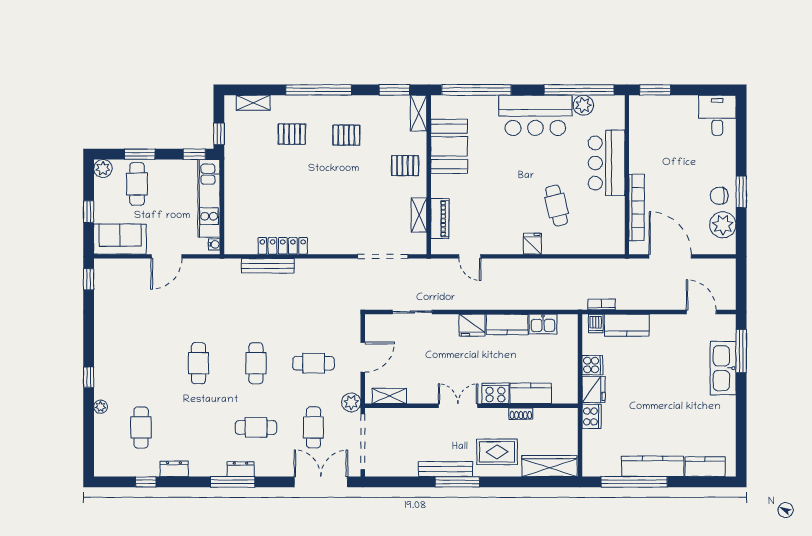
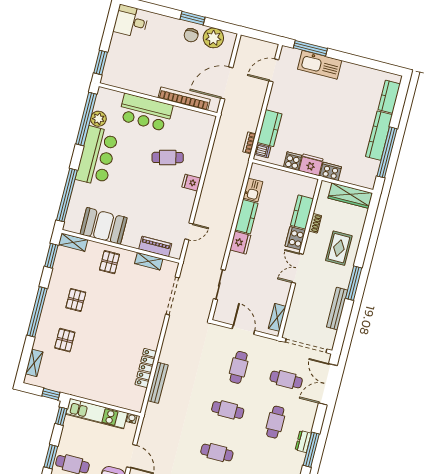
plant: (351, 402) -> (275, 347), removed
wardrobe: (549, 466) -> (350, 196), moved, turned -90
bench: (446, 469) -> (337, 309), moved

